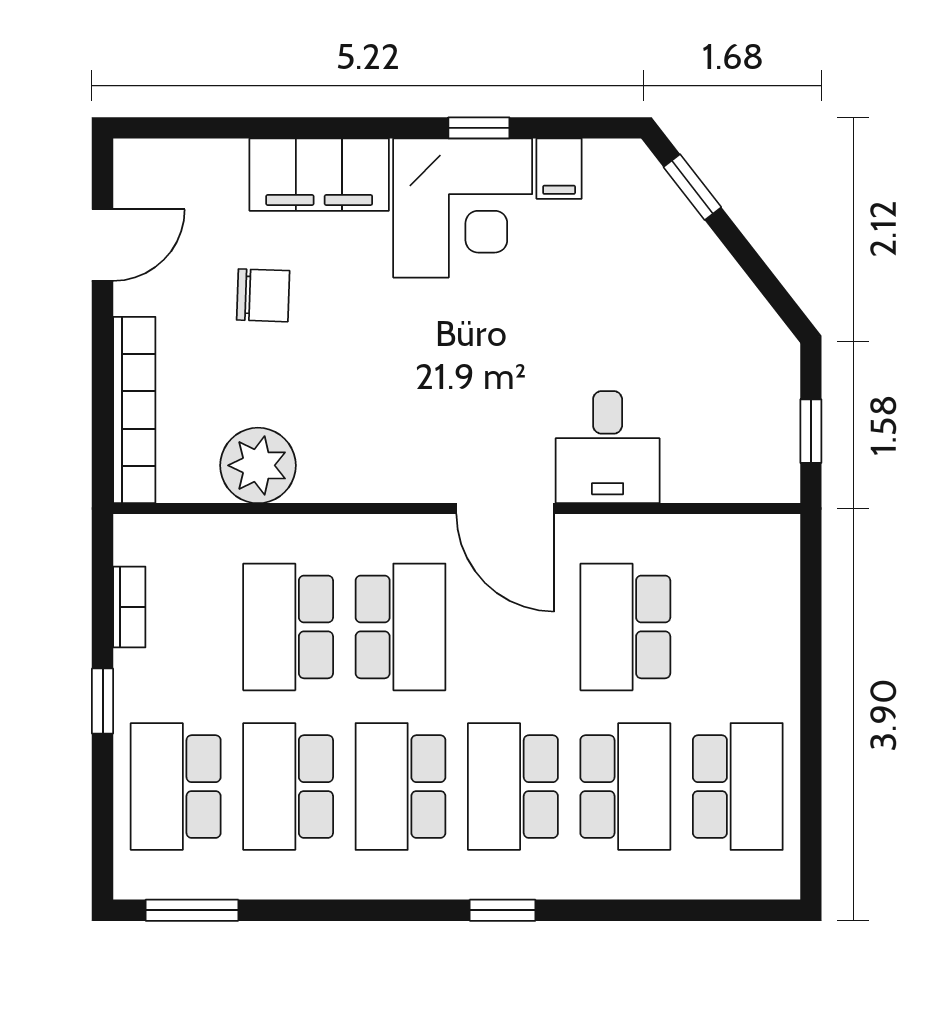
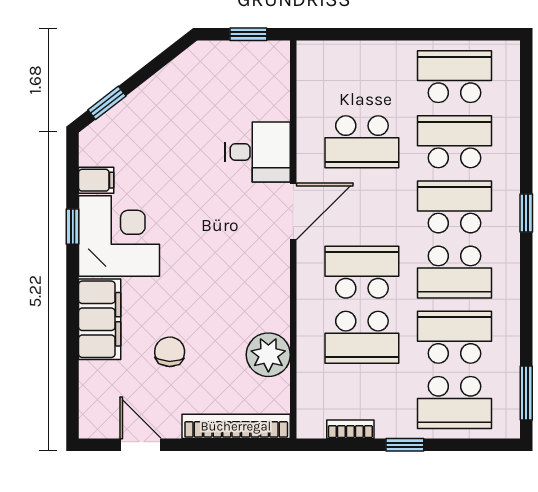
school desk: (288, 787) -> (454, 337), turned 180
school desk: (513, 787) -> (454, 207), turned 180

